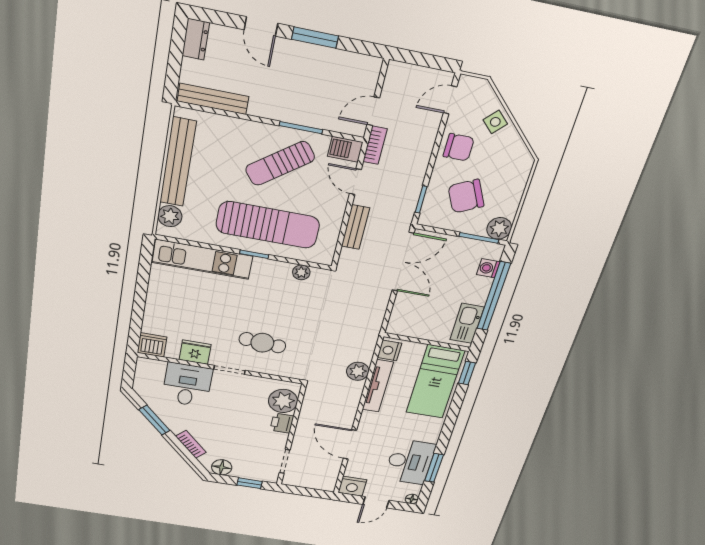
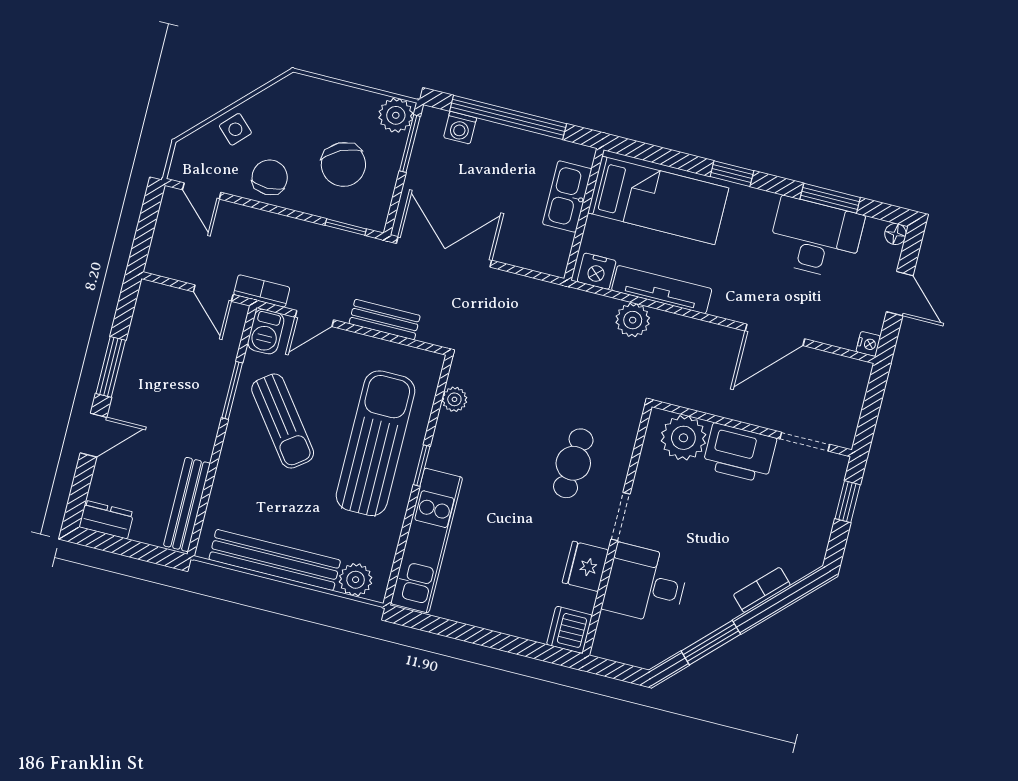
kitchen sink: (467, 323) -> (567, 196), moved, turned 90
window: (467, 373) -> (732, 174), moved
printer: (282, 423) -> (740, 453), width x1.87, depth x1.48
floor lamp: (222, 467) -> (812, 545), removed
nightstand: (352, 486) -> (868, 344), width x0.53, depth x0.56

